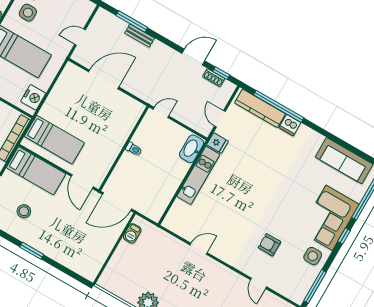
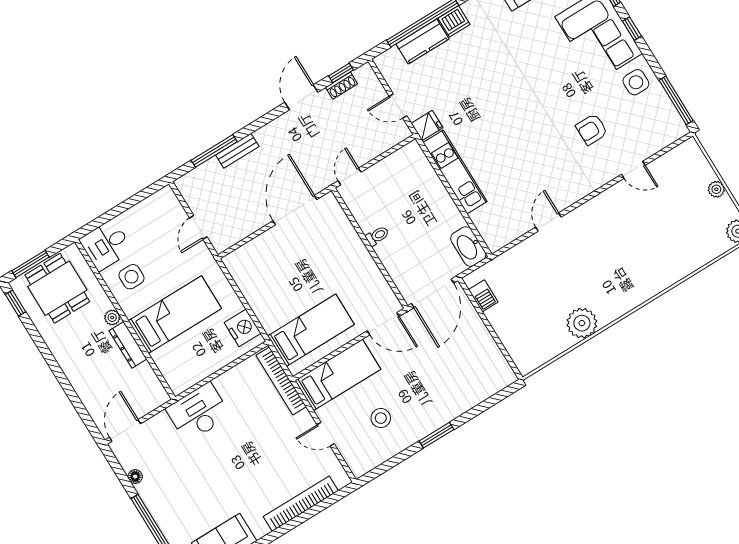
door: (104, 79) -> (295, 210), moved
kitchen counter: (260, 108) -> (422, 42), width x0.67
washbasin: (192, 149) -> (468, 246), moved

